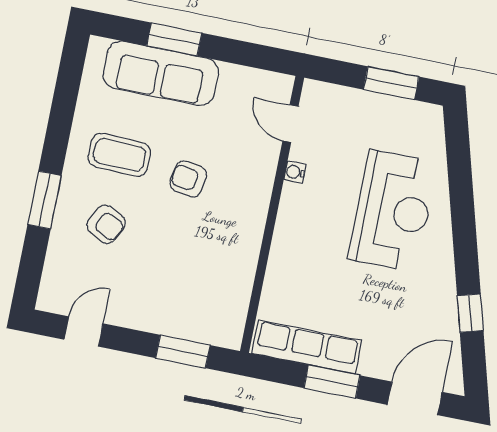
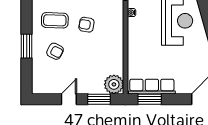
plant: (223, 325) -> (114, 84), added
door: (84, 332) -> (69, 99), moved
window: (332, 382) -> (150, 99), moved

